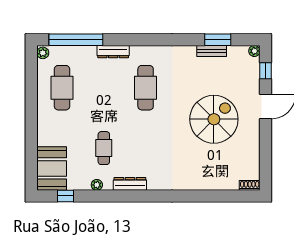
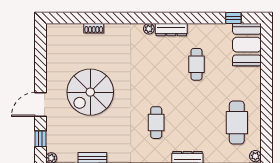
cafe table: (146, 88) -> (156, 123), width x0.73, depth x0.74
plant: (97, 185) -> (149, 29), moved
shoe rack: (250, 185) -> (94, 28), moved

